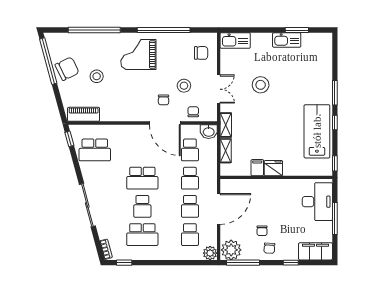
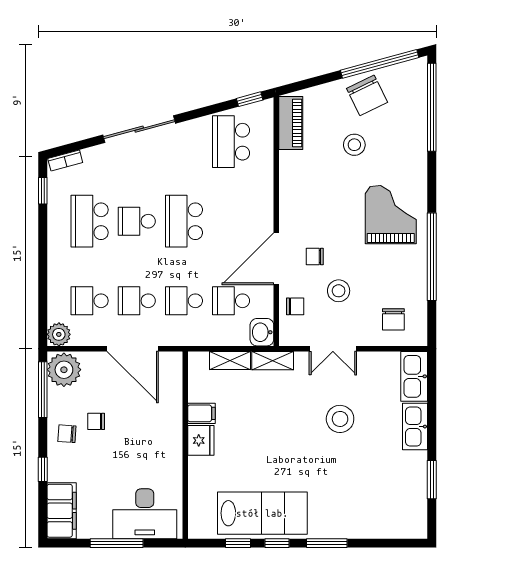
window: (94, 30) -> (432, 107), moved
kitchen sink: (287, 40) -> (415, 427), moved
window: (335, 163) -> (238, 543), moved

